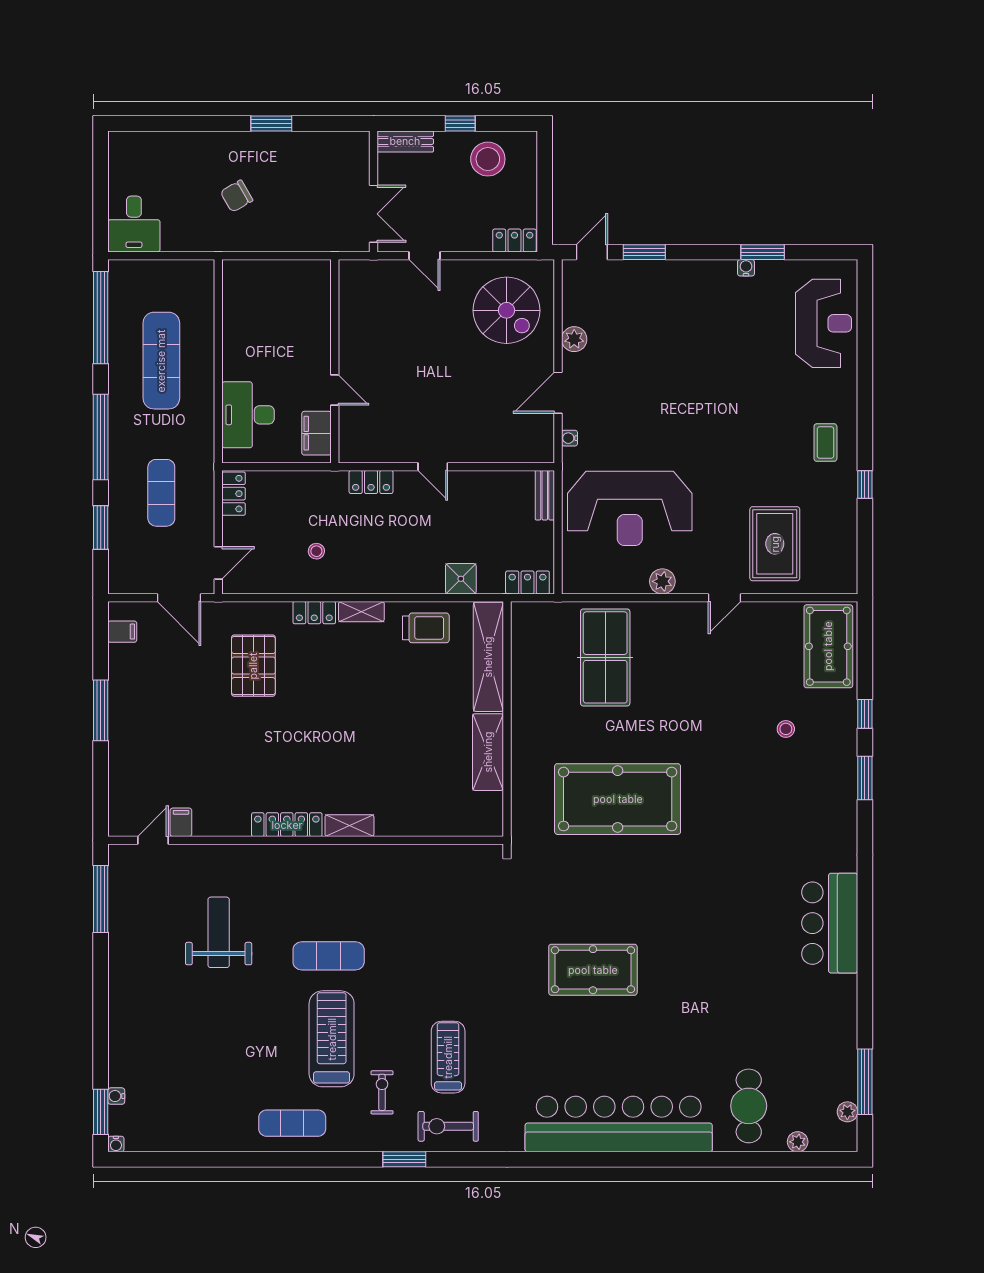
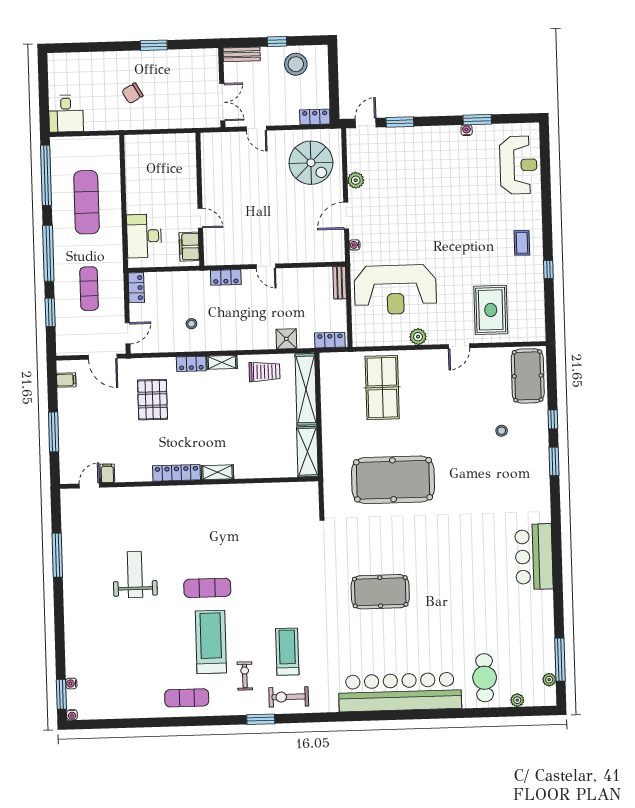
filing cabinet: (181, 822) -> (107, 473), moved
locker: (287, 825) -> (177, 473), moved
shelving: (349, 826) -> (217, 472), moved
door: (153, 840) -> (89, 486), moved
wall: (306, 840) -> (189, 483), moved

